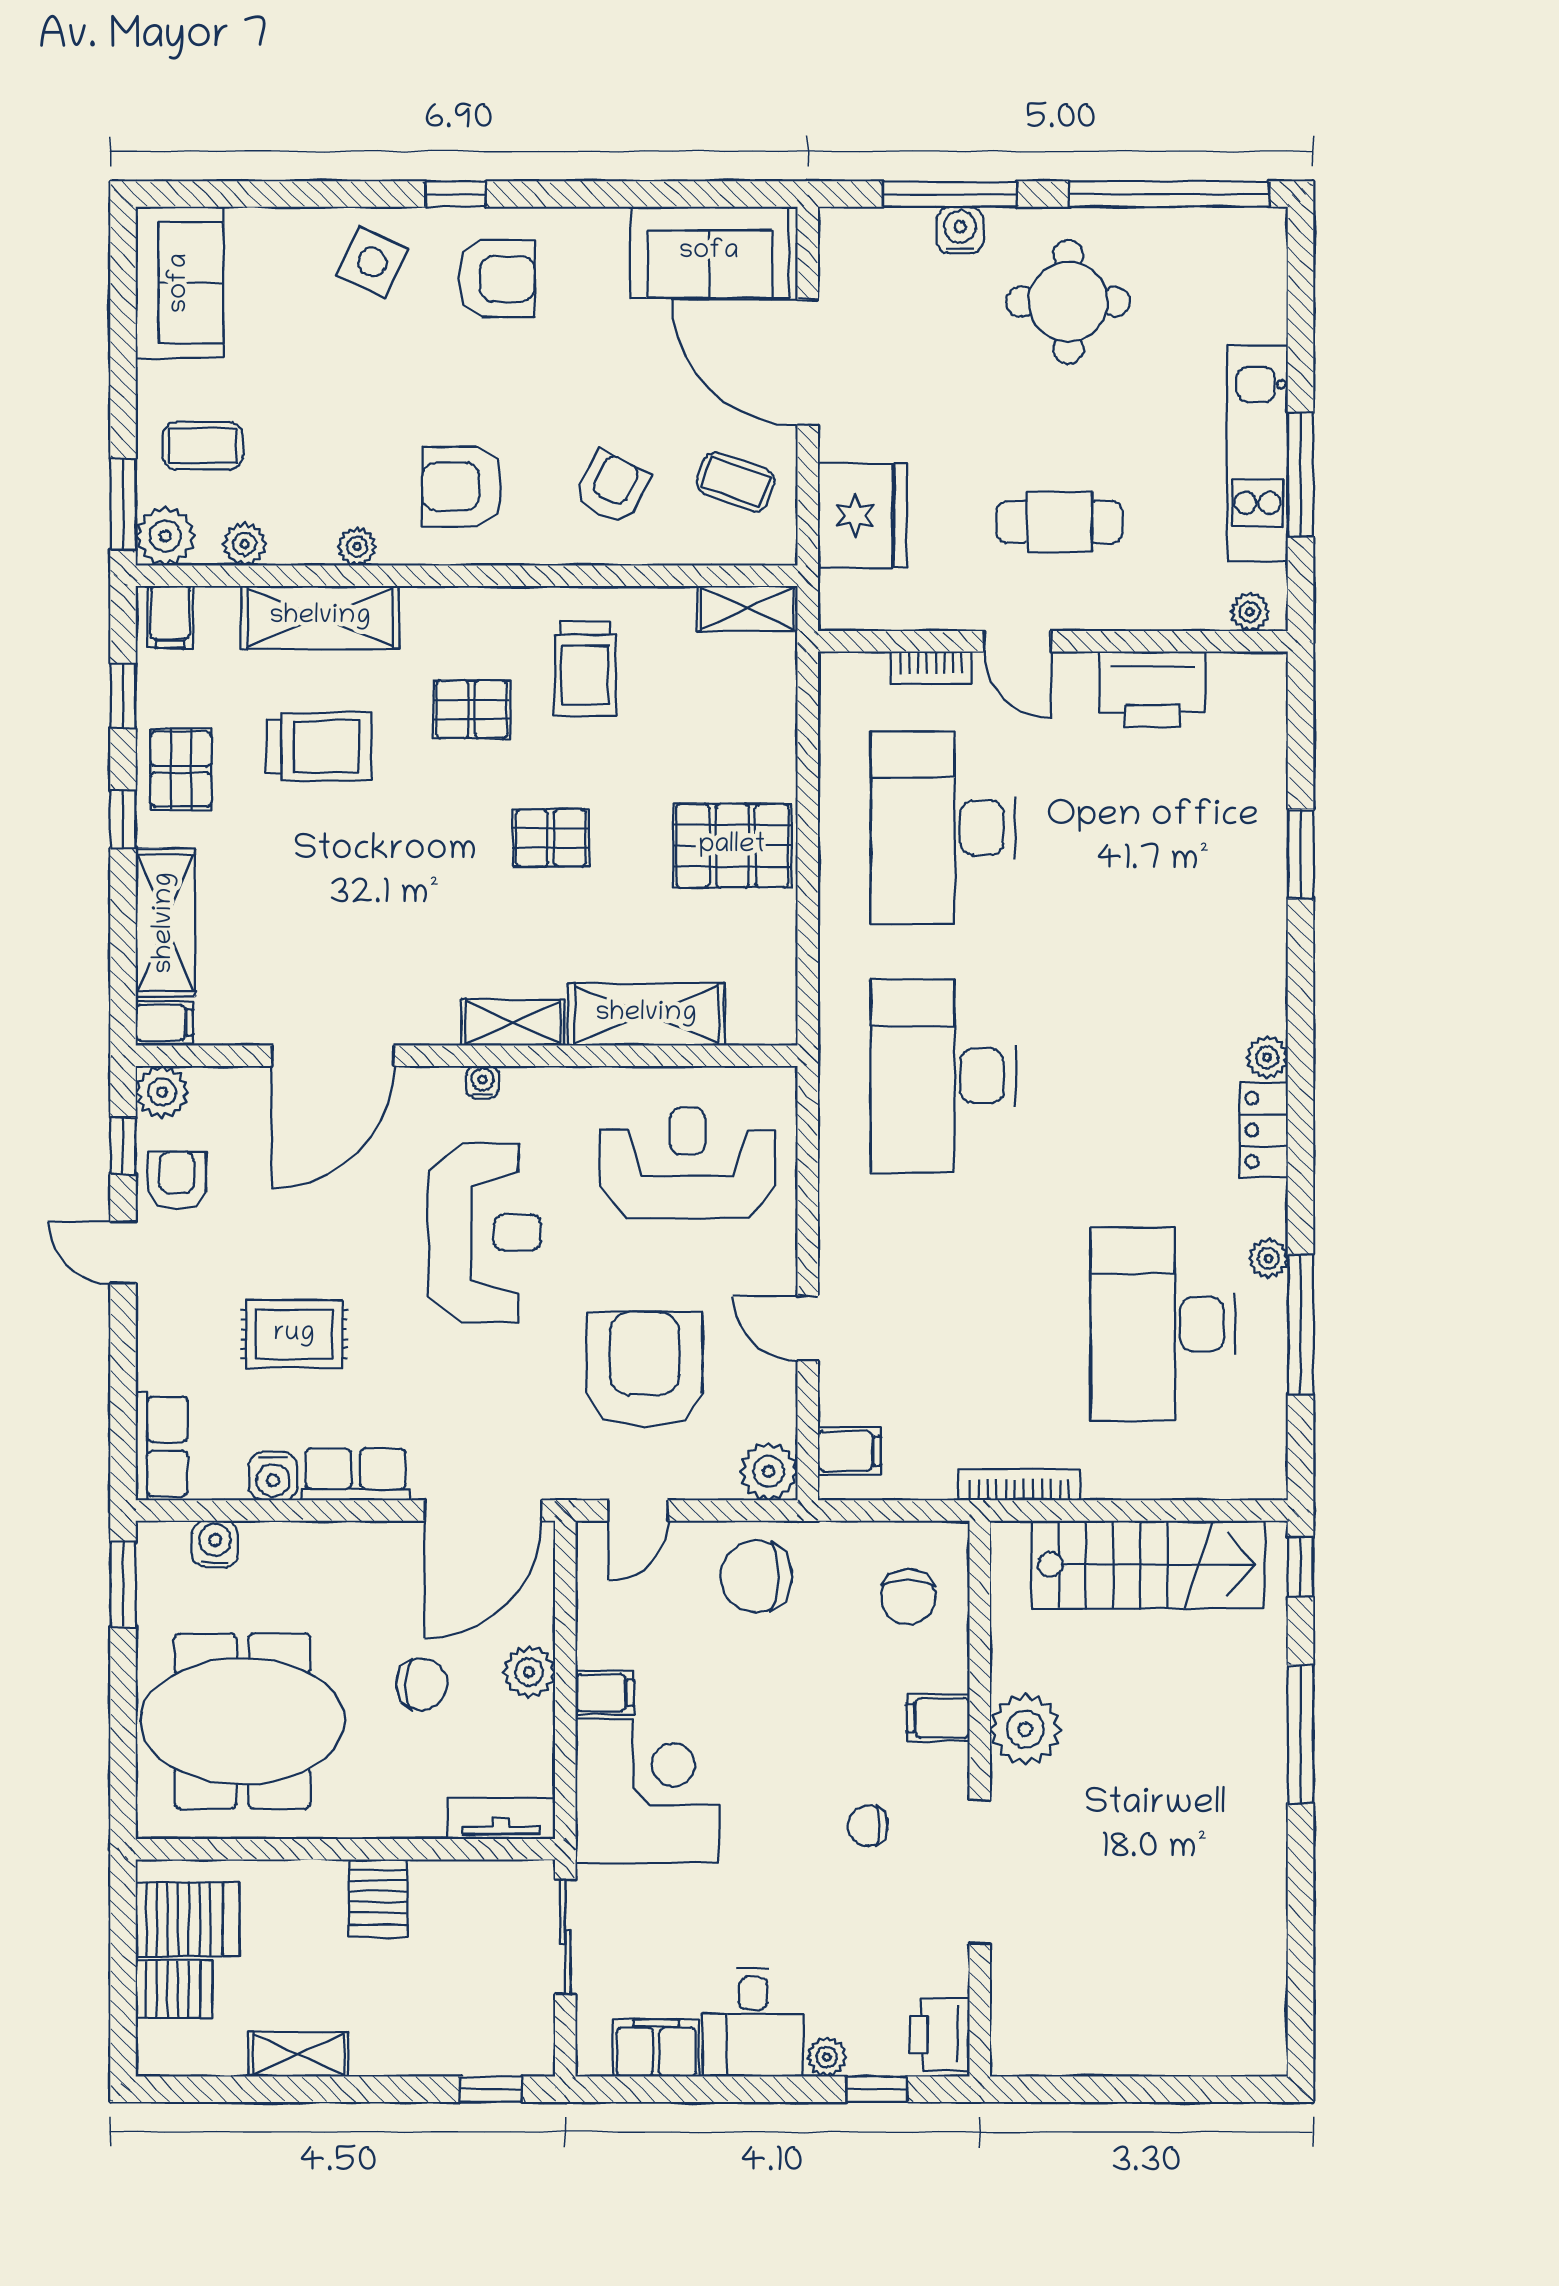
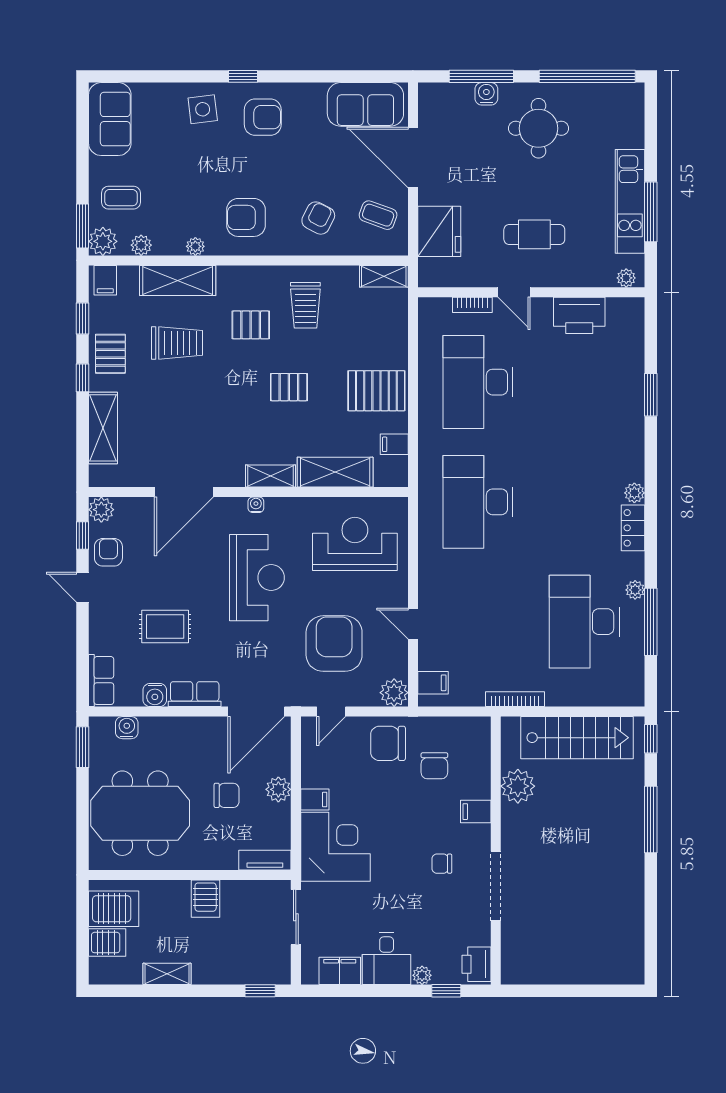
side table: (372, 262) -> (203, 109), turned -32
filing cabinet: (164, 1023) -> (394, 444), moved, turned 180
chair: (908, 1597) -> (434, 766), moved
plant: (1025, 1729) -> (518, 786), moved

